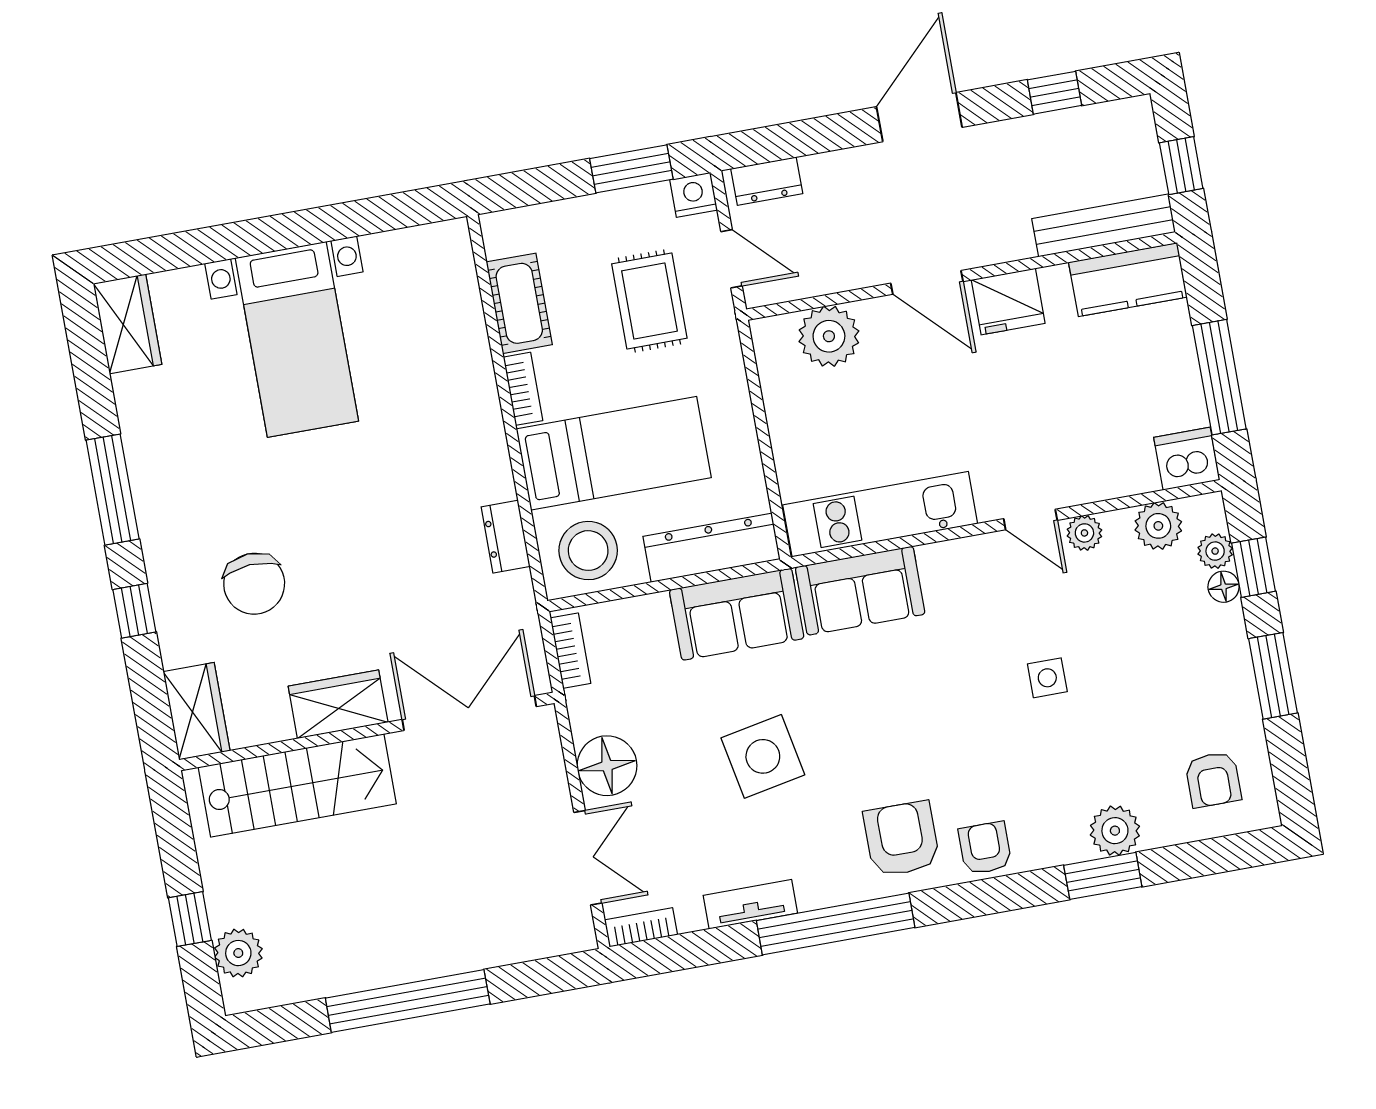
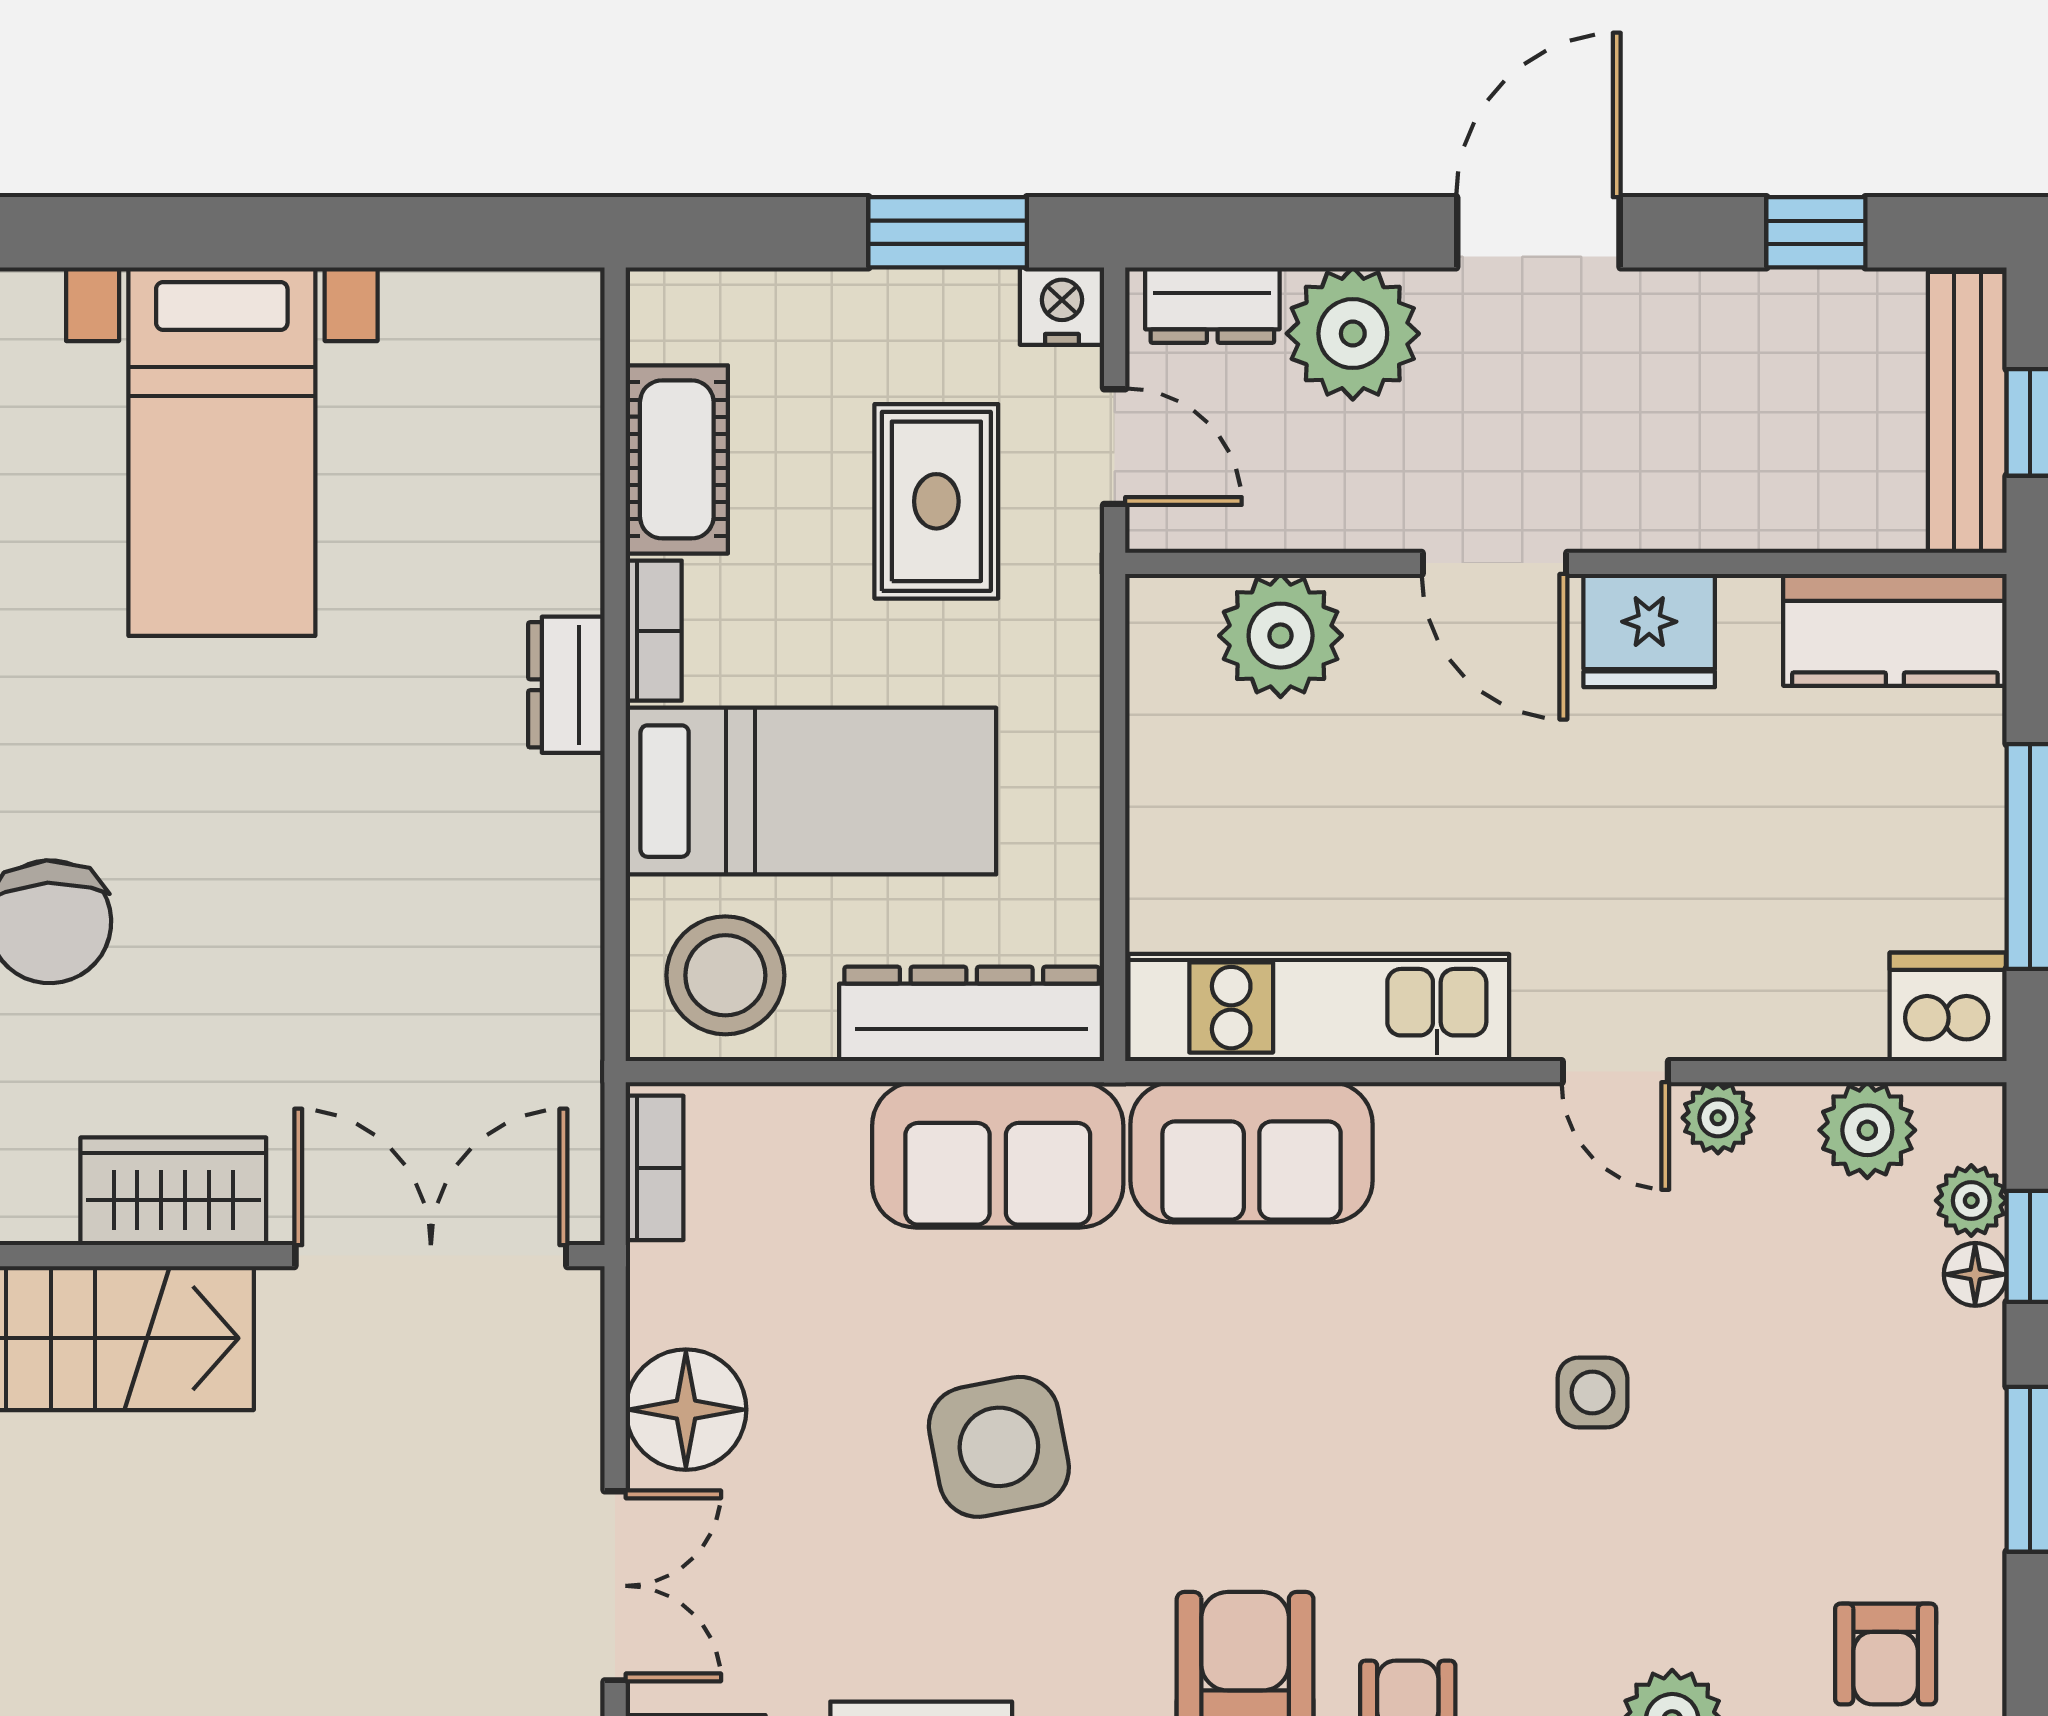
plant: (838, 183) -> (1353, 334), added
bench: (1104, 225) -> (1967, 412), moved, turned 90
dresser: (506, 537) -> (566, 685), moved

